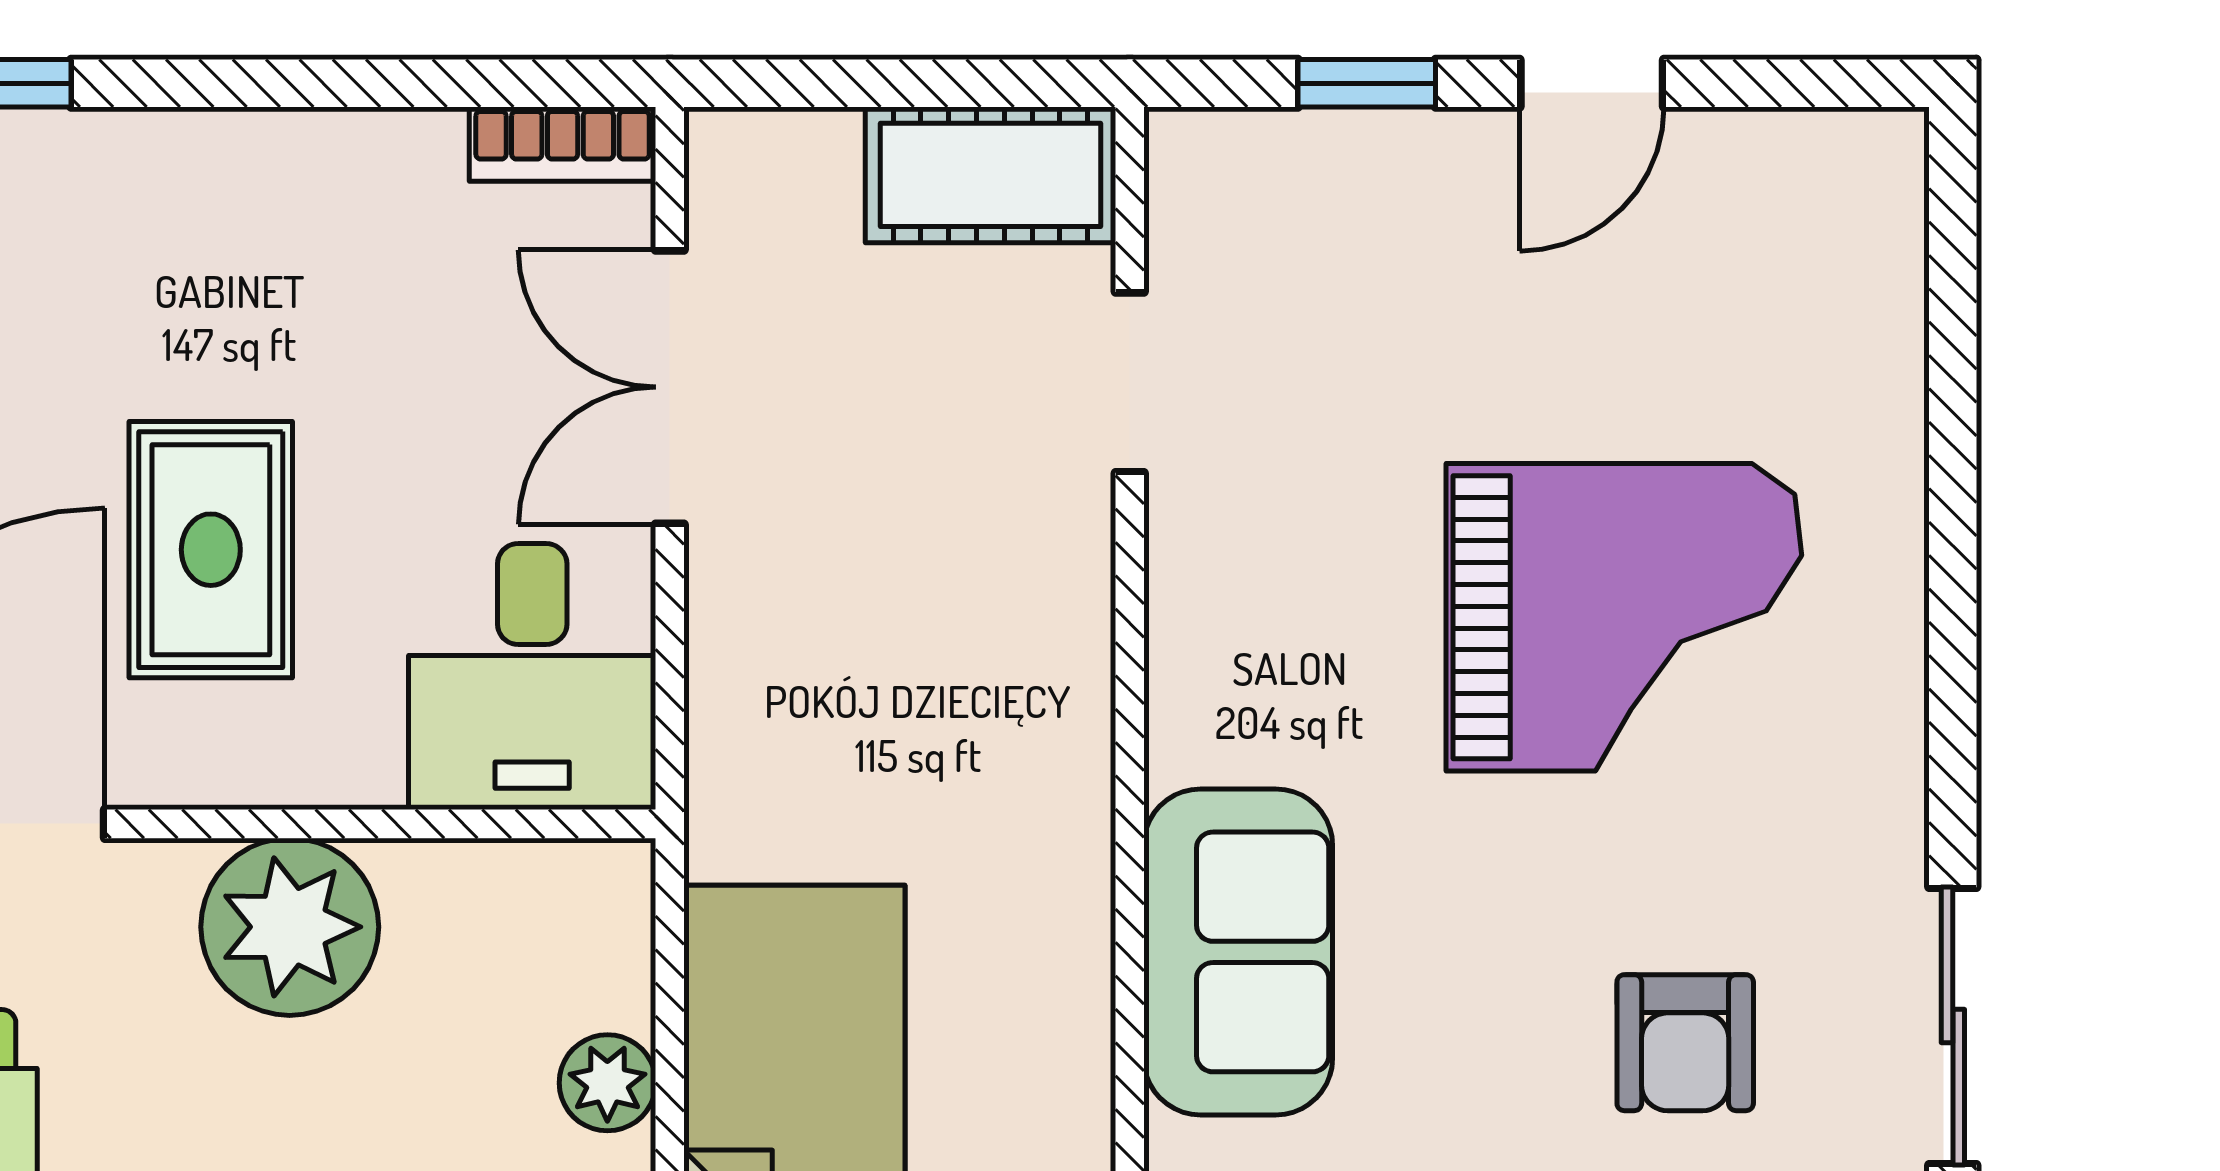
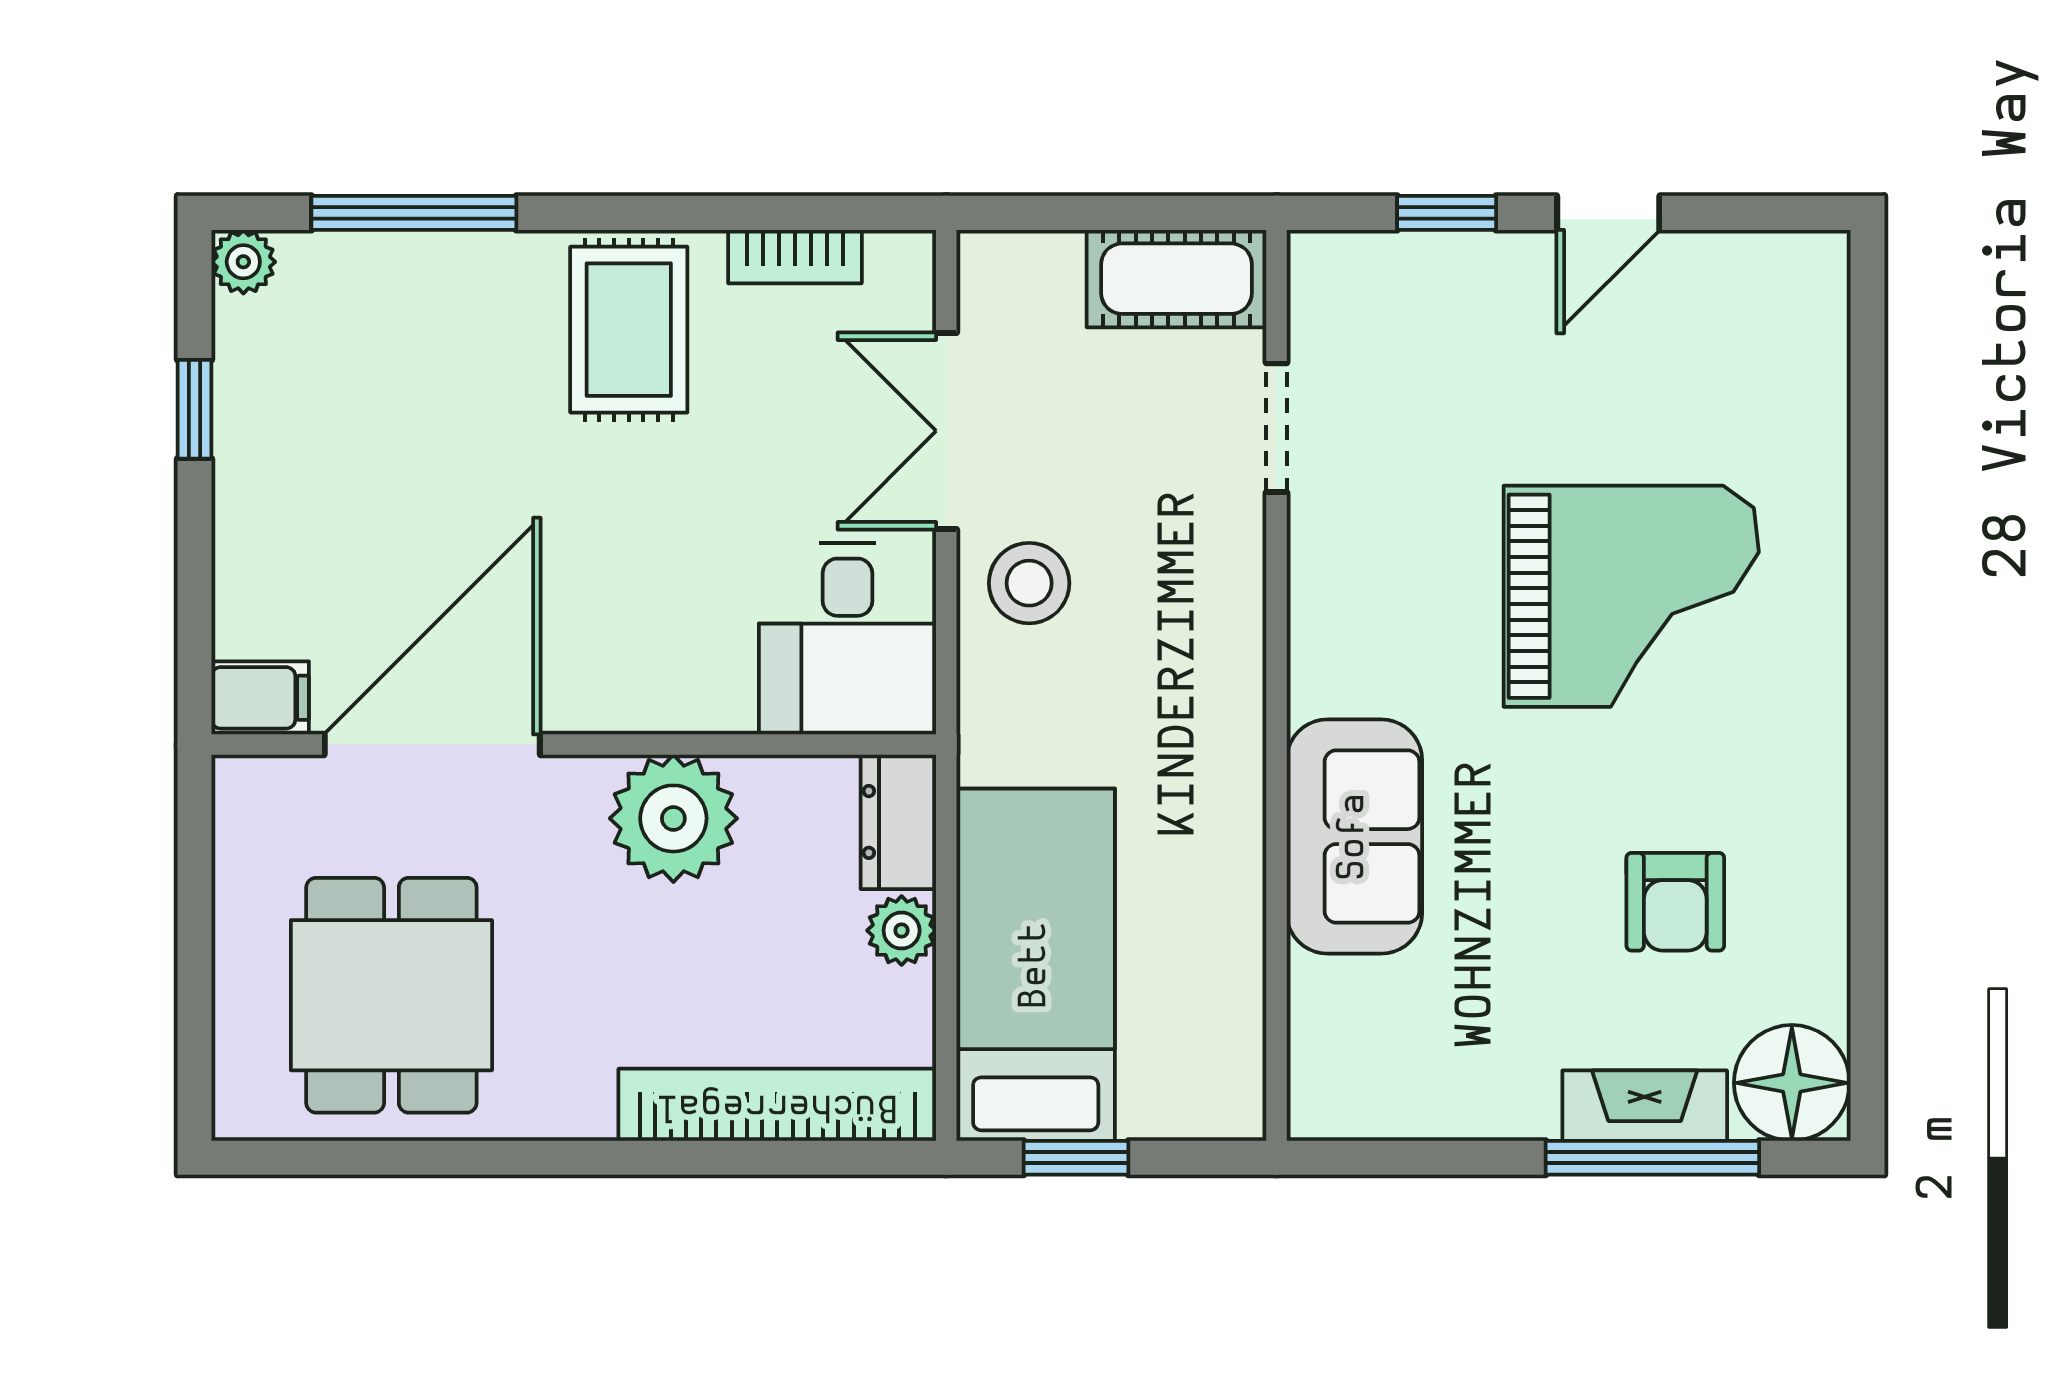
bookcase: (563, 144) -> (795, 257), moved
rug: (211, 550) -> (629, 330), moved
stool: (785, 599) -> (1029, 583), added
dresser: (603, 932) -> (898, 822), added
sliding door: (1953, 1026) -> (1867, 890), removed

